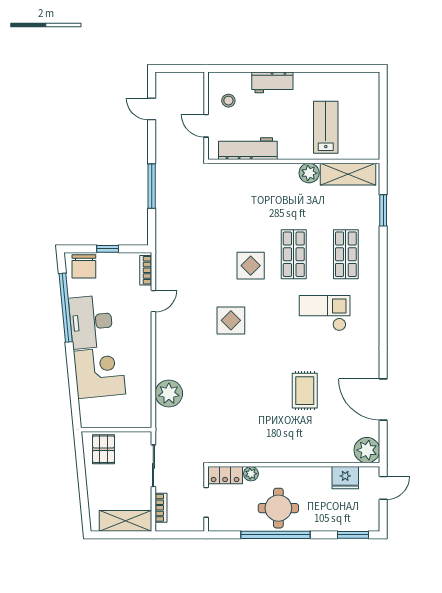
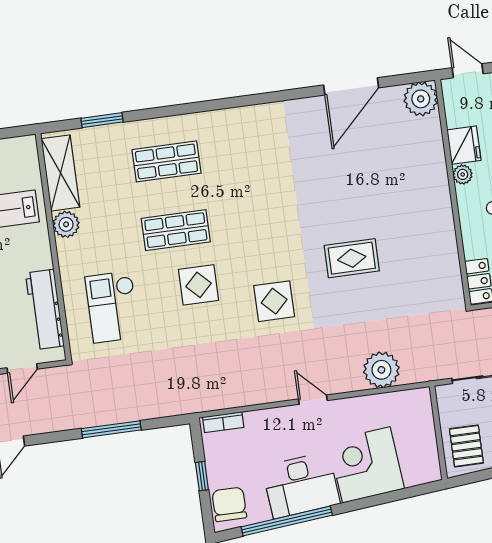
chair: (84, 266) -> (229, 504), turned -90
door: (153, 301) -> (313, 400), moved
checkout: (325, 313) -> (112, 307), moved
rug: (305, 391) -> (352, 258), moved
pallet: (104, 449) -> (466, 446), turned 90
plant: (251, 474) -> (463, 174), moved
fridge: (345, 478) -> (464, 145), moved

